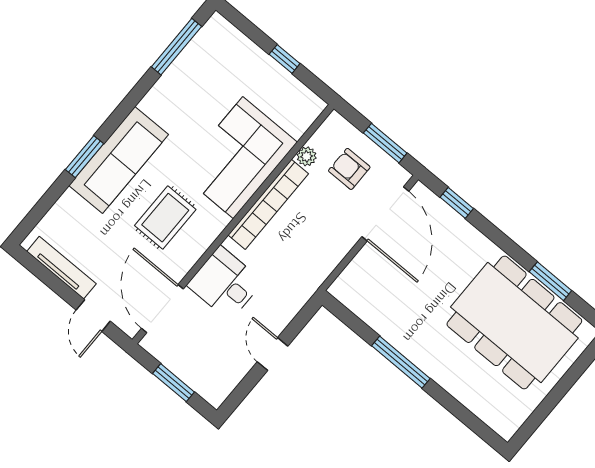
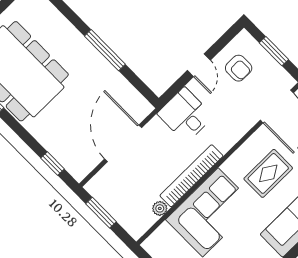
armchair: (349, 169) -> (239, 68), moved
door: (385, 214) -> (123, 143), moved
desk: (225, 283) -> (185, 115), moved, turned 180

